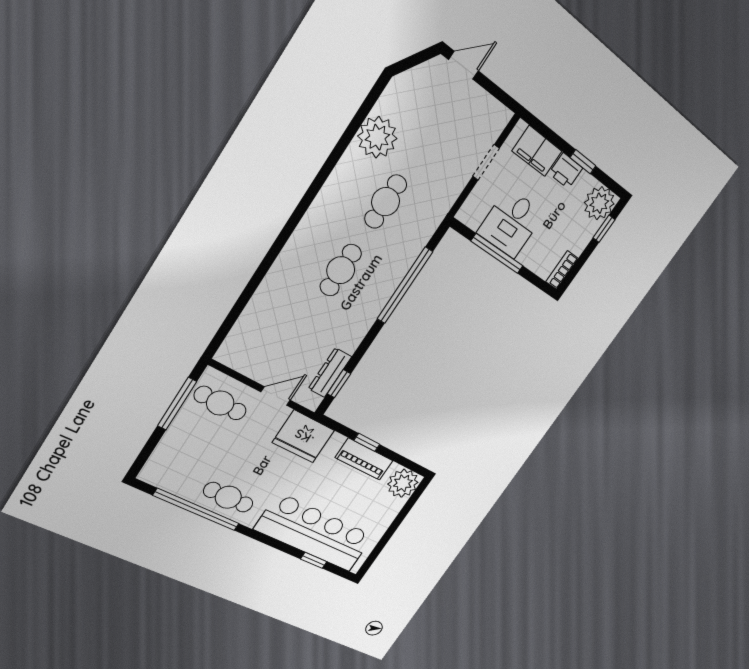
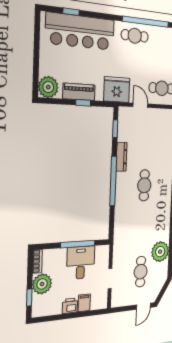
filing cabinet: (537, 151) -> (84, 303), width x0.50
window: (583, 162) -> (64, 316), removed
cafe table: (386, 202) -> (141, 272), moved
plant: (599, 203) -> (42, 284), moved
window: (405, 285) -> (113, 181), moved
dresser: (330, 373) -> (121, 157), moved
door: (276, 396) -> (140, 105), swing flipped

